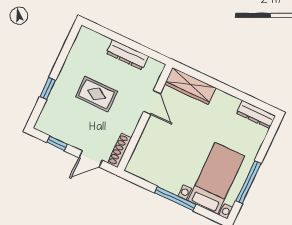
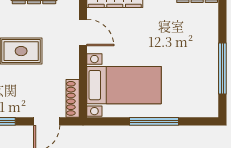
bed with nightstands: (216, 178) -> (124, 85), moved, turned 90

